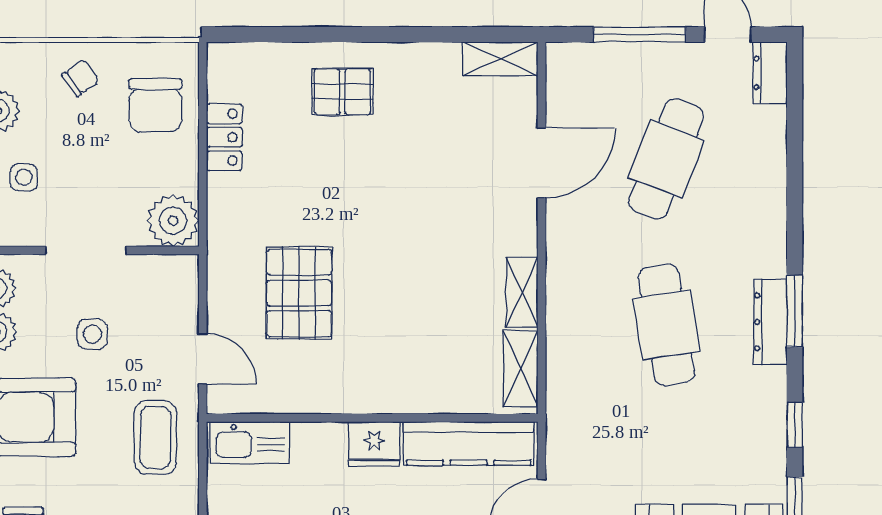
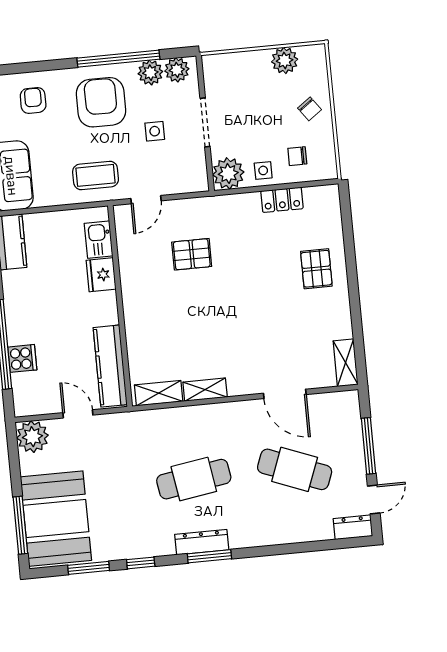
chair: (156, 105) -> (297, 156), width x0.54, depth x0.54
side table: (24, 177) -> (263, 170), moved
pallet: (299, 293) -> (192, 254), width x0.67, depth x0.71
kitchen sink: (250, 443) -> (99, 240), width x0.73
fridge: (374, 444) -> (101, 275), moved

